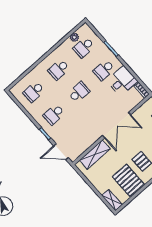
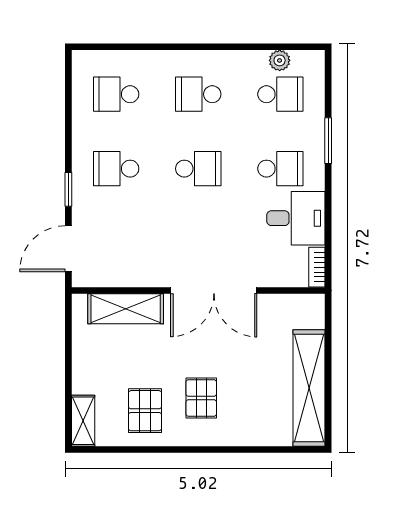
school desk: (84, 47) -> (280, 94), turned 180
school desk: (104, 70) -> (280, 169), turned 180
door: (61, 152) -> (68, 249), hinge flipped
pallet: (128, 180) -> (145, 411), width x0.67, depth x0.71

